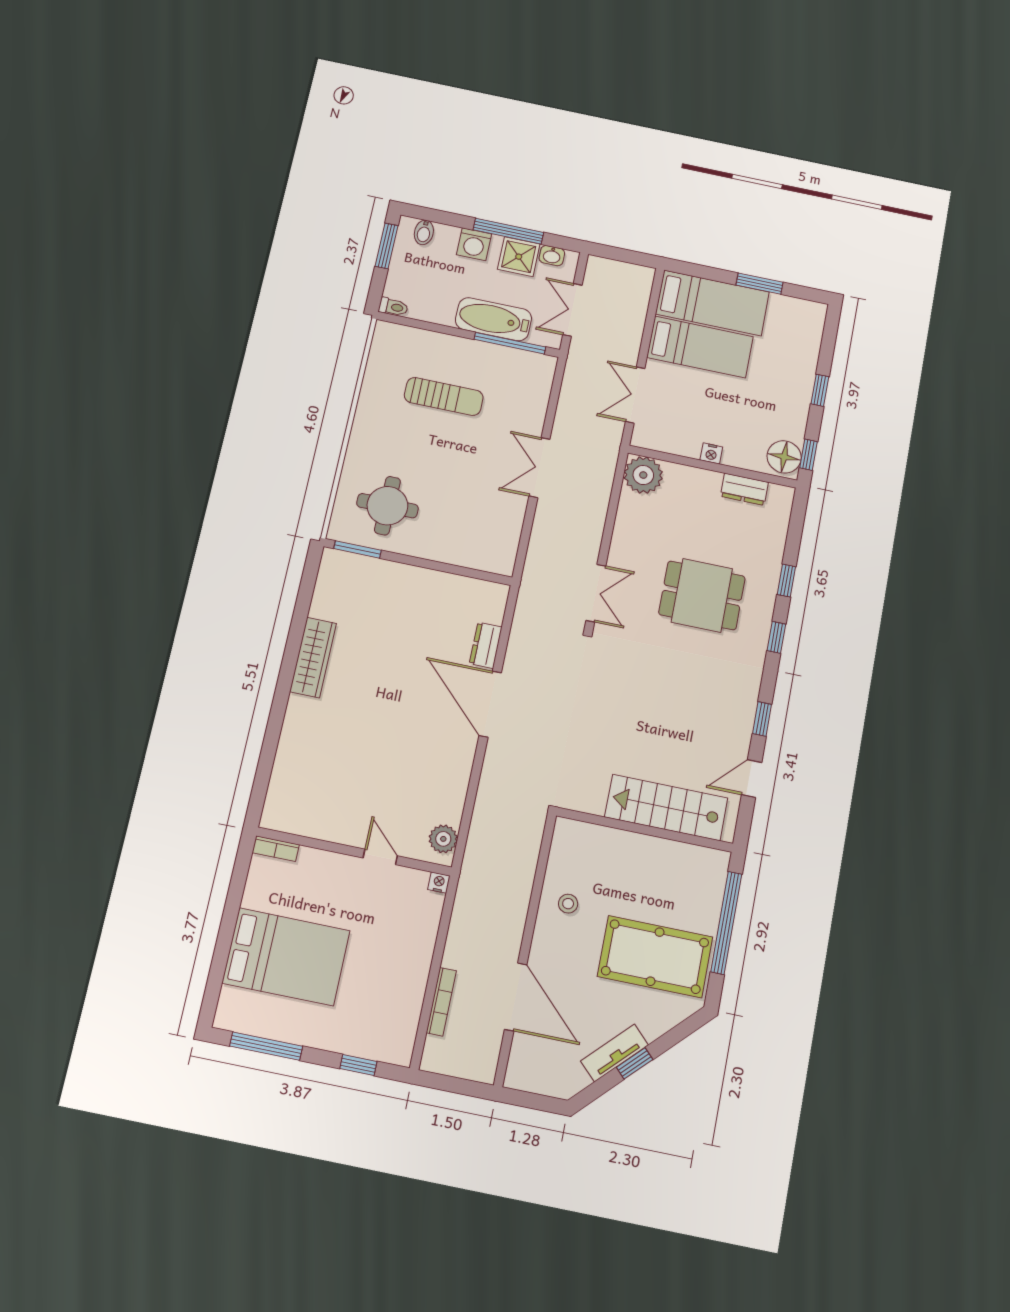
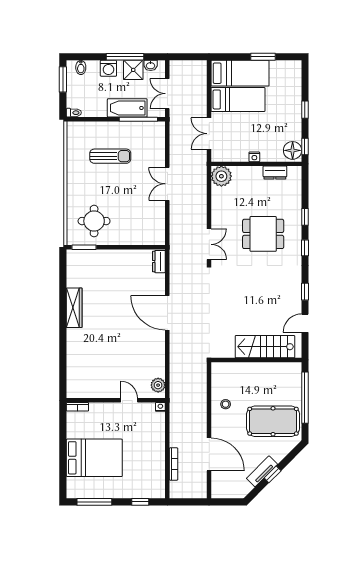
dresser: (486, 645) -> (159, 262), moved

